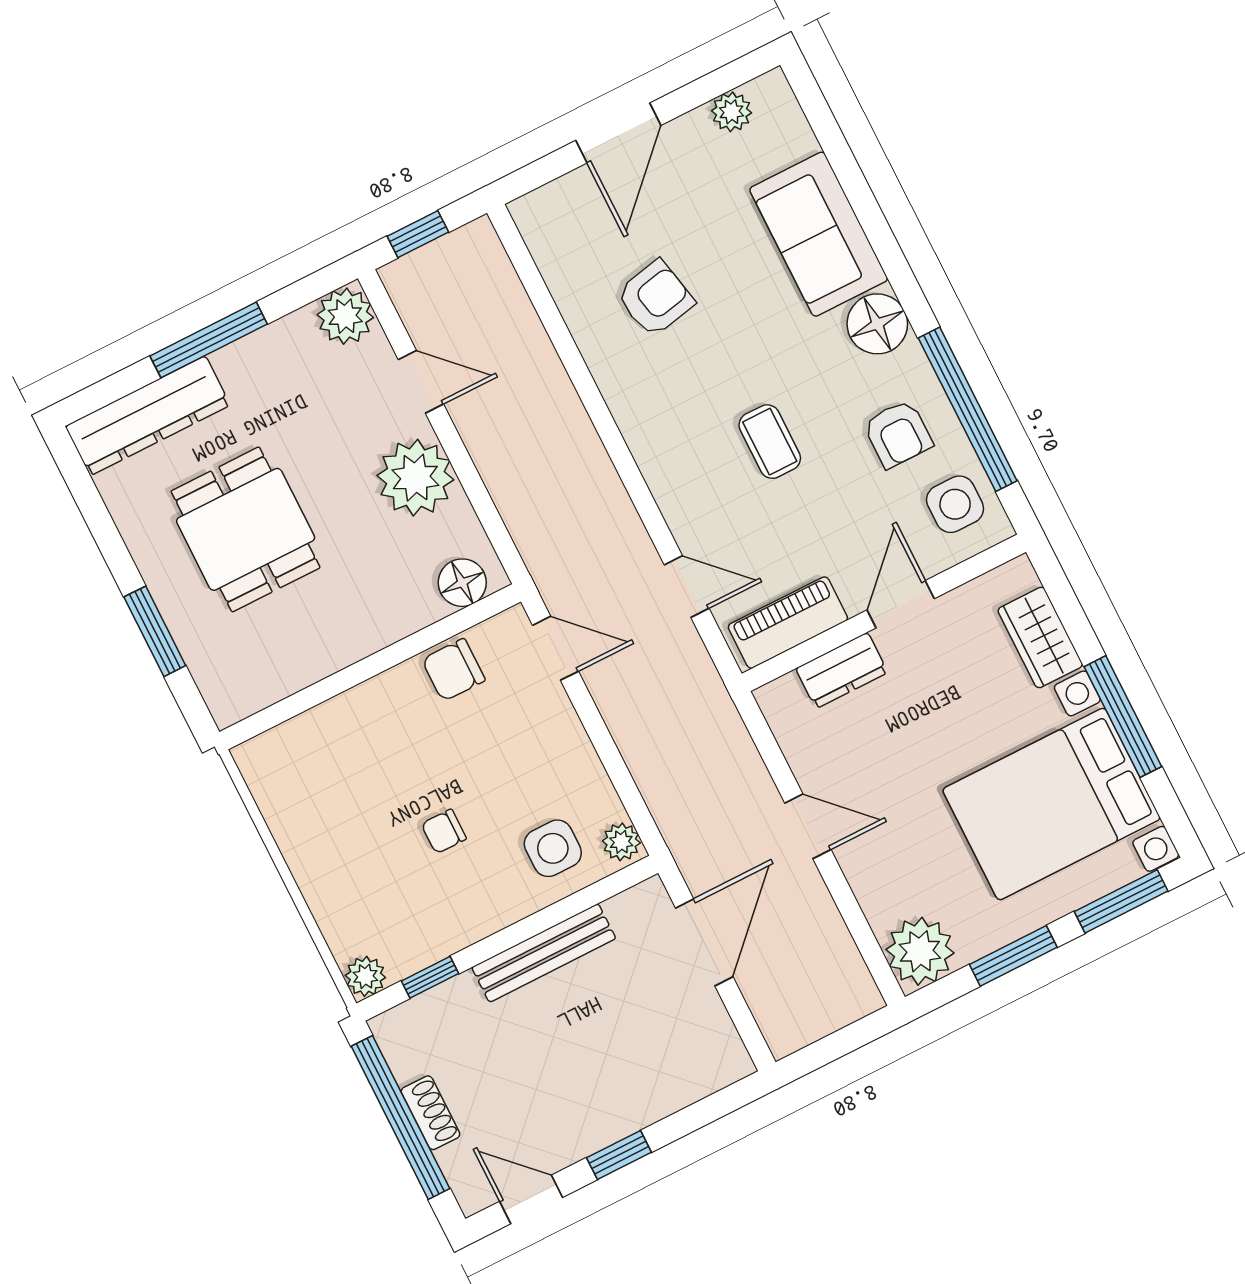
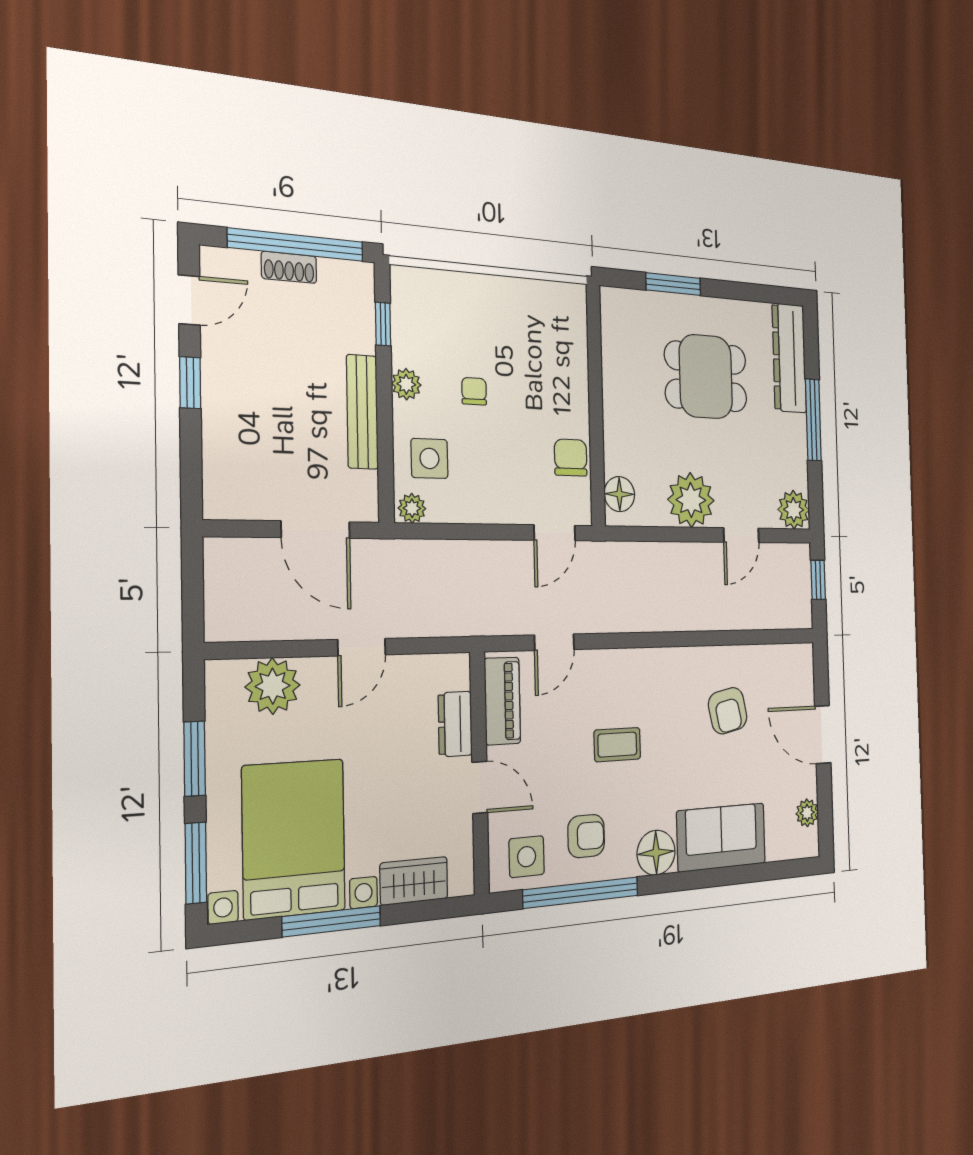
armchair: (898, 434) -> (586, 836), turned 180
plant: (920, 951) -> (273, 686), moved
plant: (365, 976) -> (406, 384), moved

